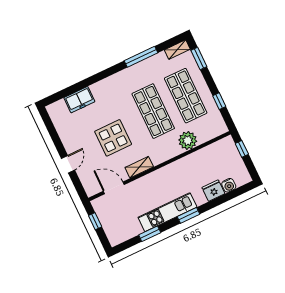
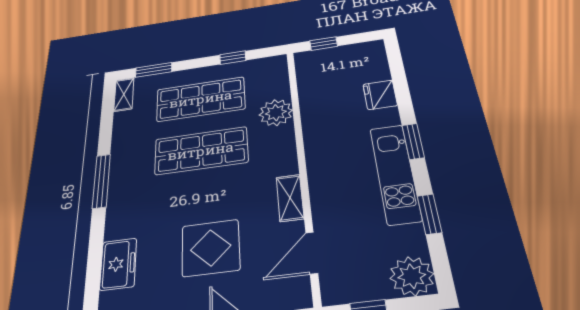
window: (141, 57) -> (101, 181), moved
display table: (113, 138) -> (211, 248), moved
water cooler: (229, 185) -> (379, 72), removed
plant: (116, 235) -> (412, 276), added

